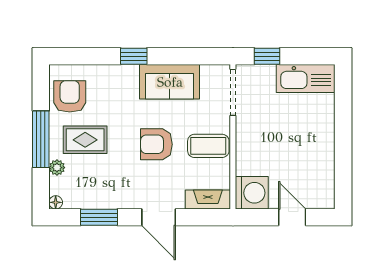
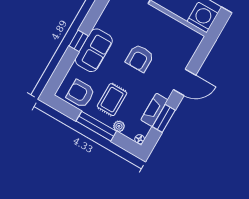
sofa: (170, 82) -> (94, 50), moved
coffee table: (208, 146) -> (159, 27), removed
fireplace: (208, 199) -> (154, 110), moved

